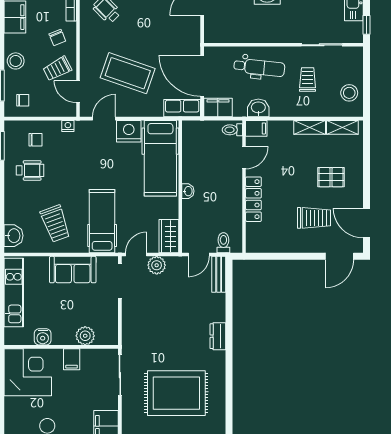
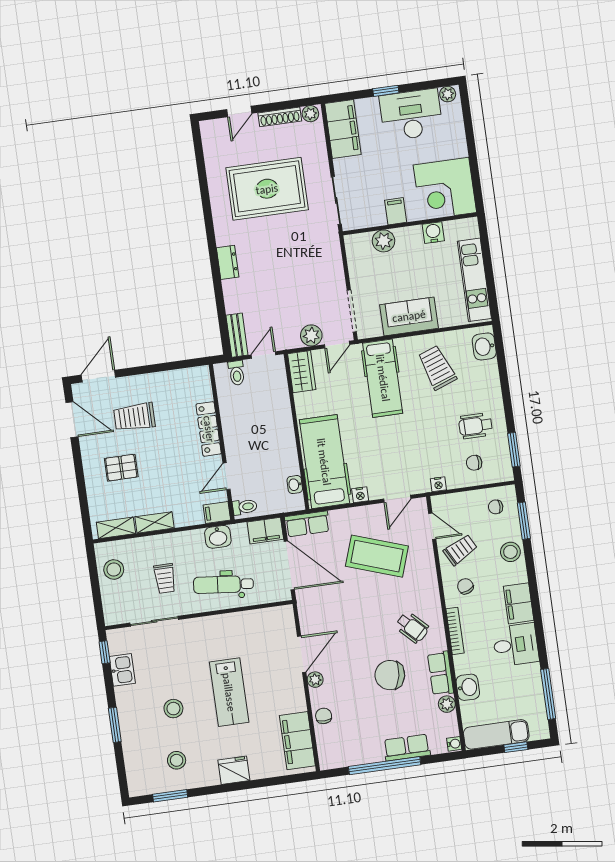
nightstand: (129, 131) -> (360, 495), width x0.53, depth x0.56
washbasin: (188, 191) -> (295, 485), moved

